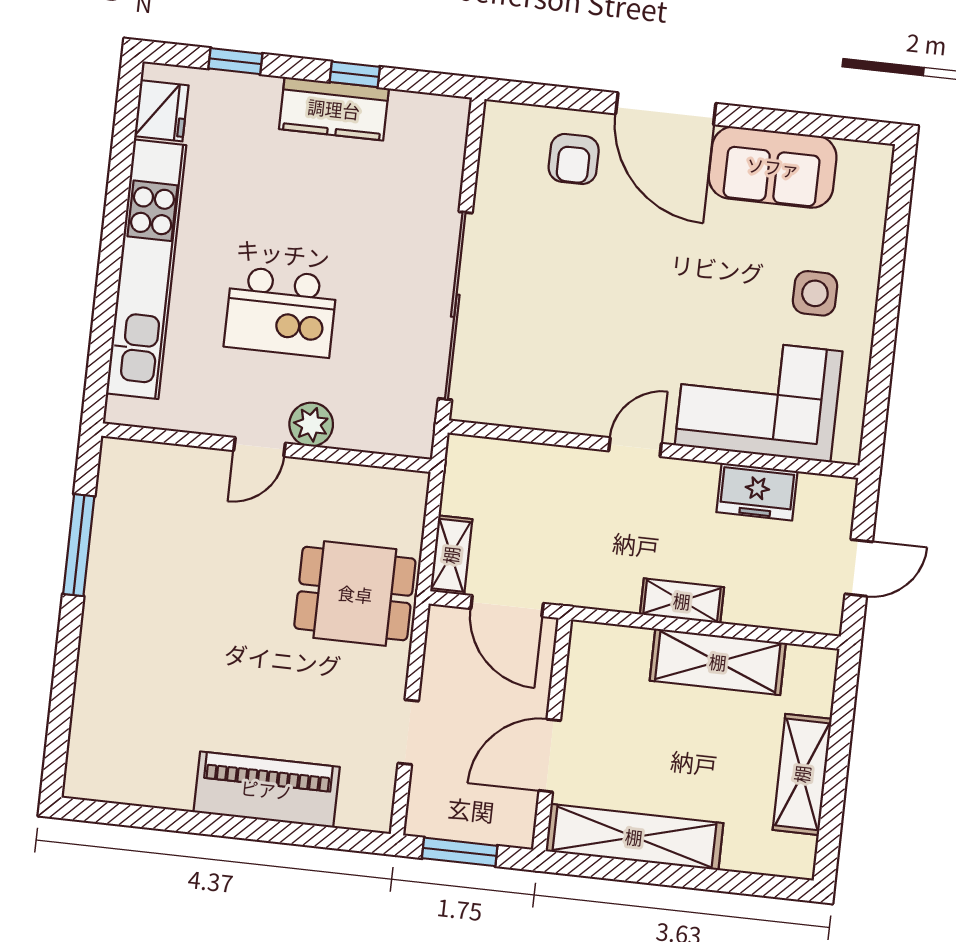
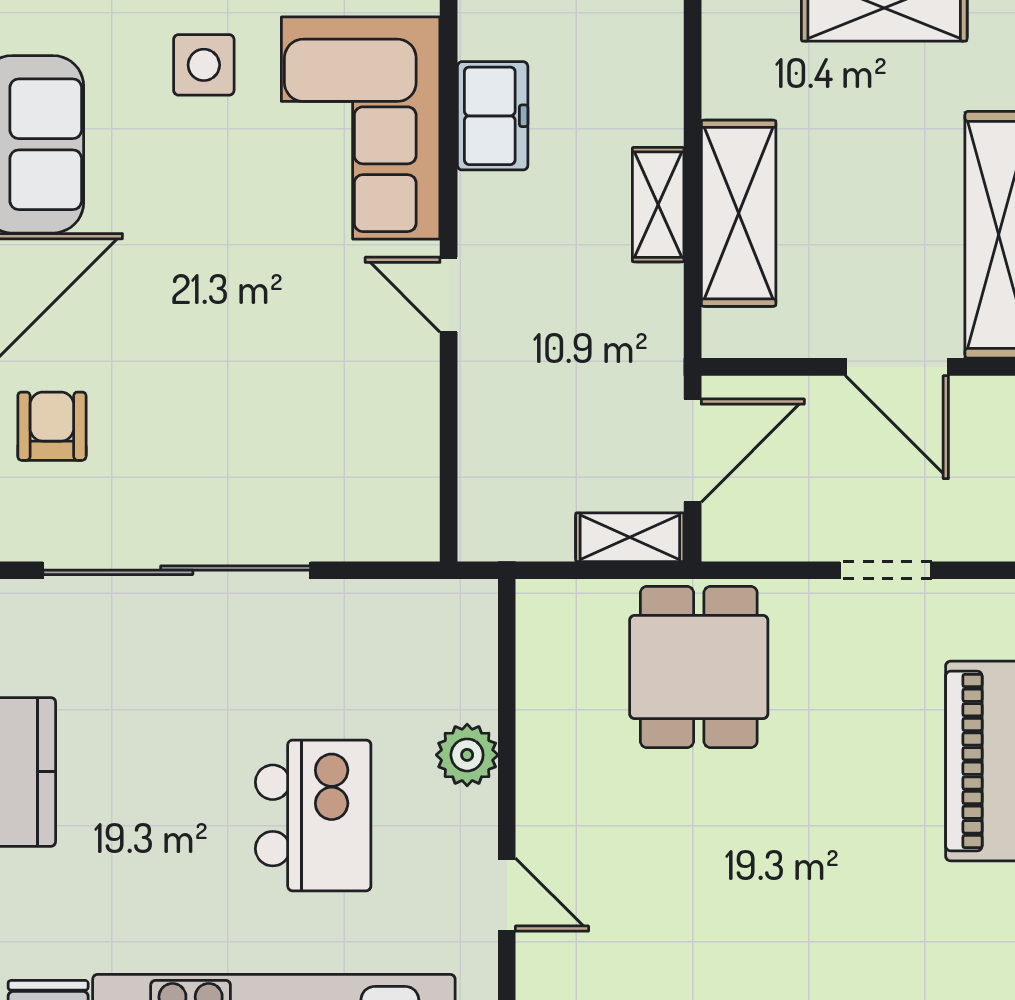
armchair: (574, 159) -> (52, 426), turned -90
sliding door: (455, 306) -> (177, 570), moved
door: (260, 447) -> (507, 895), moved
shelving: (718, 662) -> (739, 213), moved

